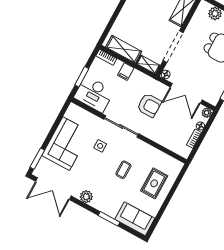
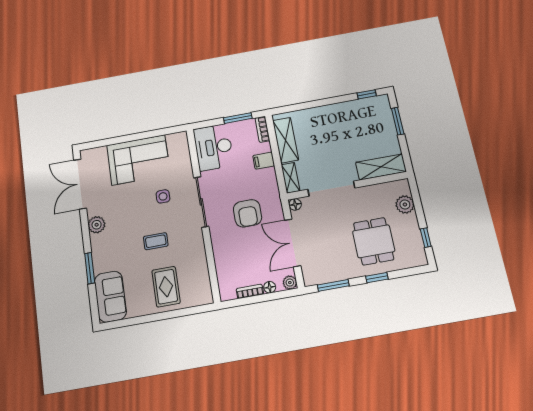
window: (82, 77) -> (238, 118), moved
window: (37, 159) -> (100, 143), removed
rug: (154, 183) -> (166, 287), turned 90

